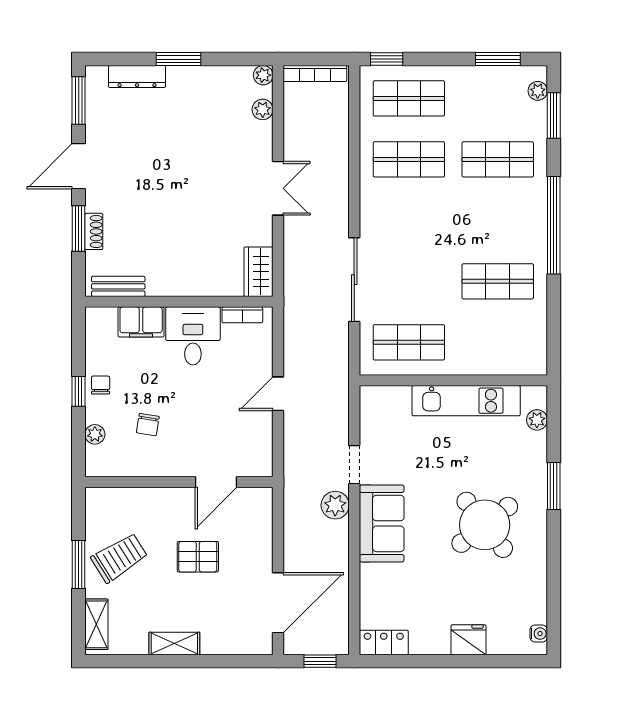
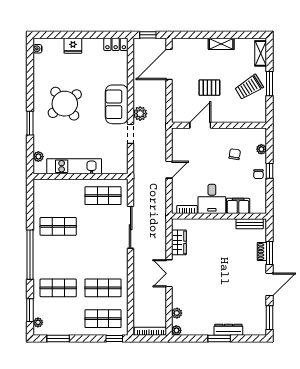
dresser: (137, 77) -> (228, 330), moved
wardrobe: (258, 272) -> (179, 242), moved

